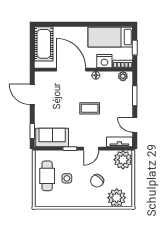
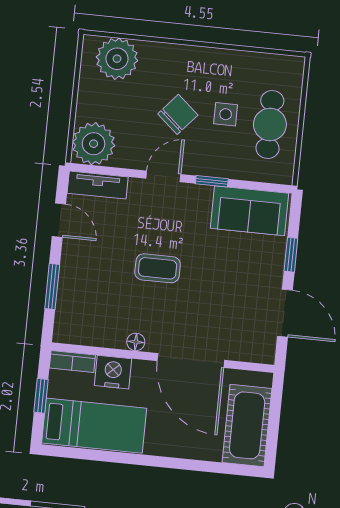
plant: (123, 76) -> (75, 334), removed
window: (32, 131) -> (291, 255), moved
chair: (97, 181) -> (178, 114), moved

